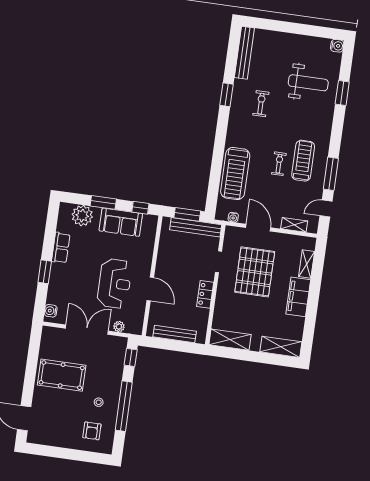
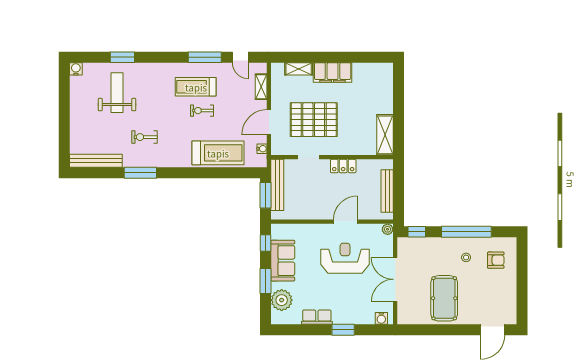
window: (227, 95) -> (140, 173), width x1.44
plant: (119, 327) -> (388, 229), moved
shelving: (281, 347) -> (385, 83), removed

